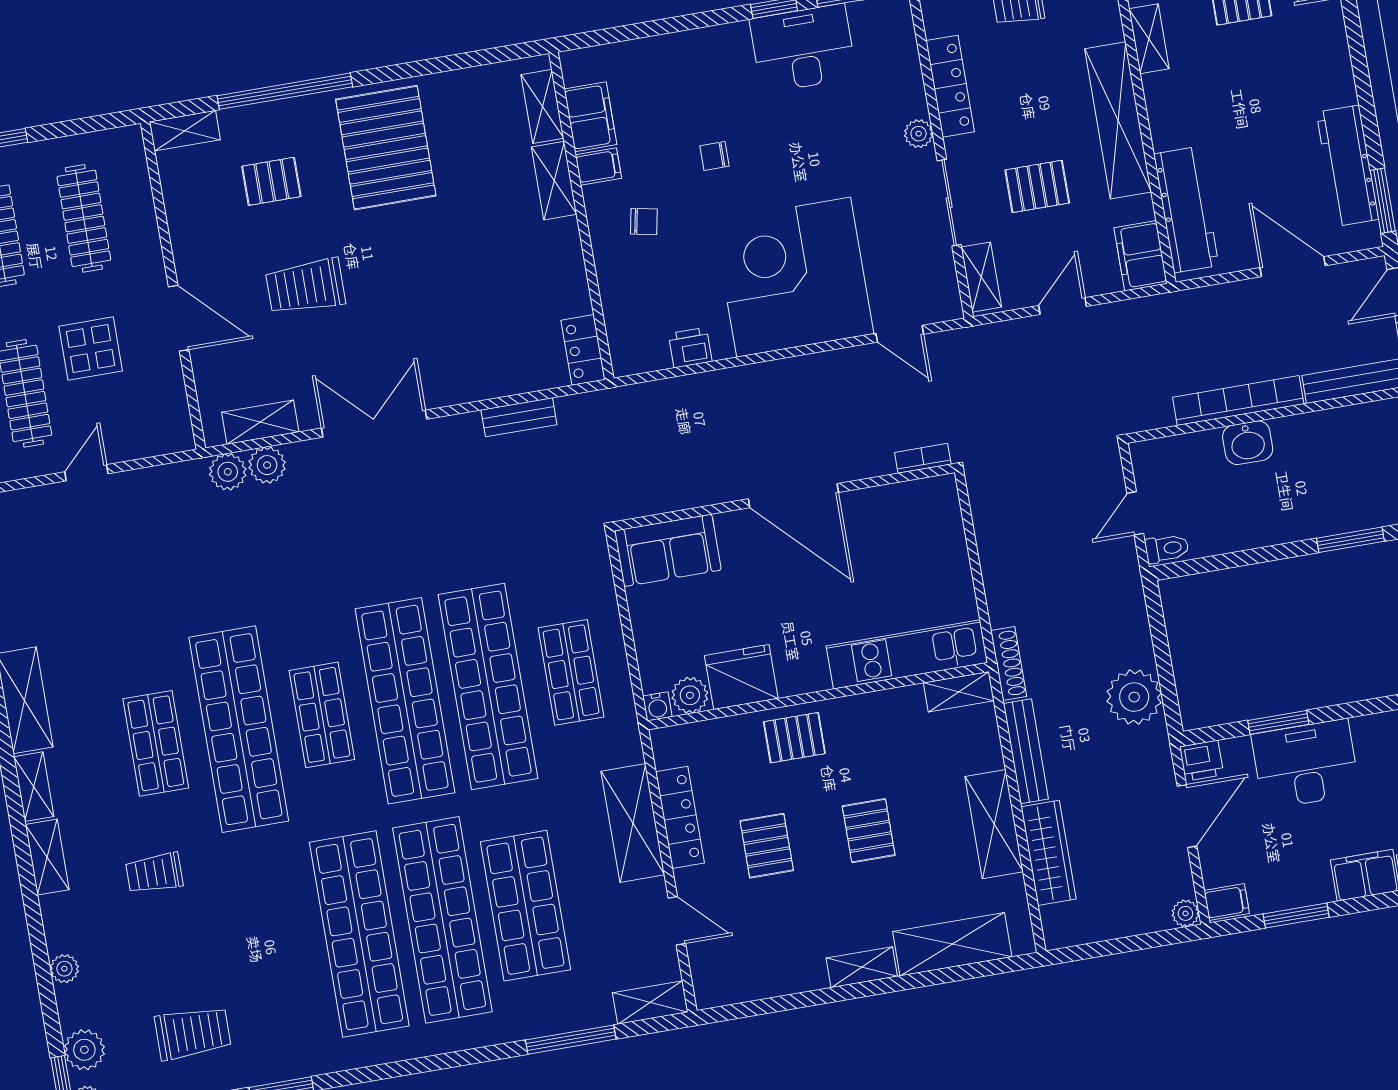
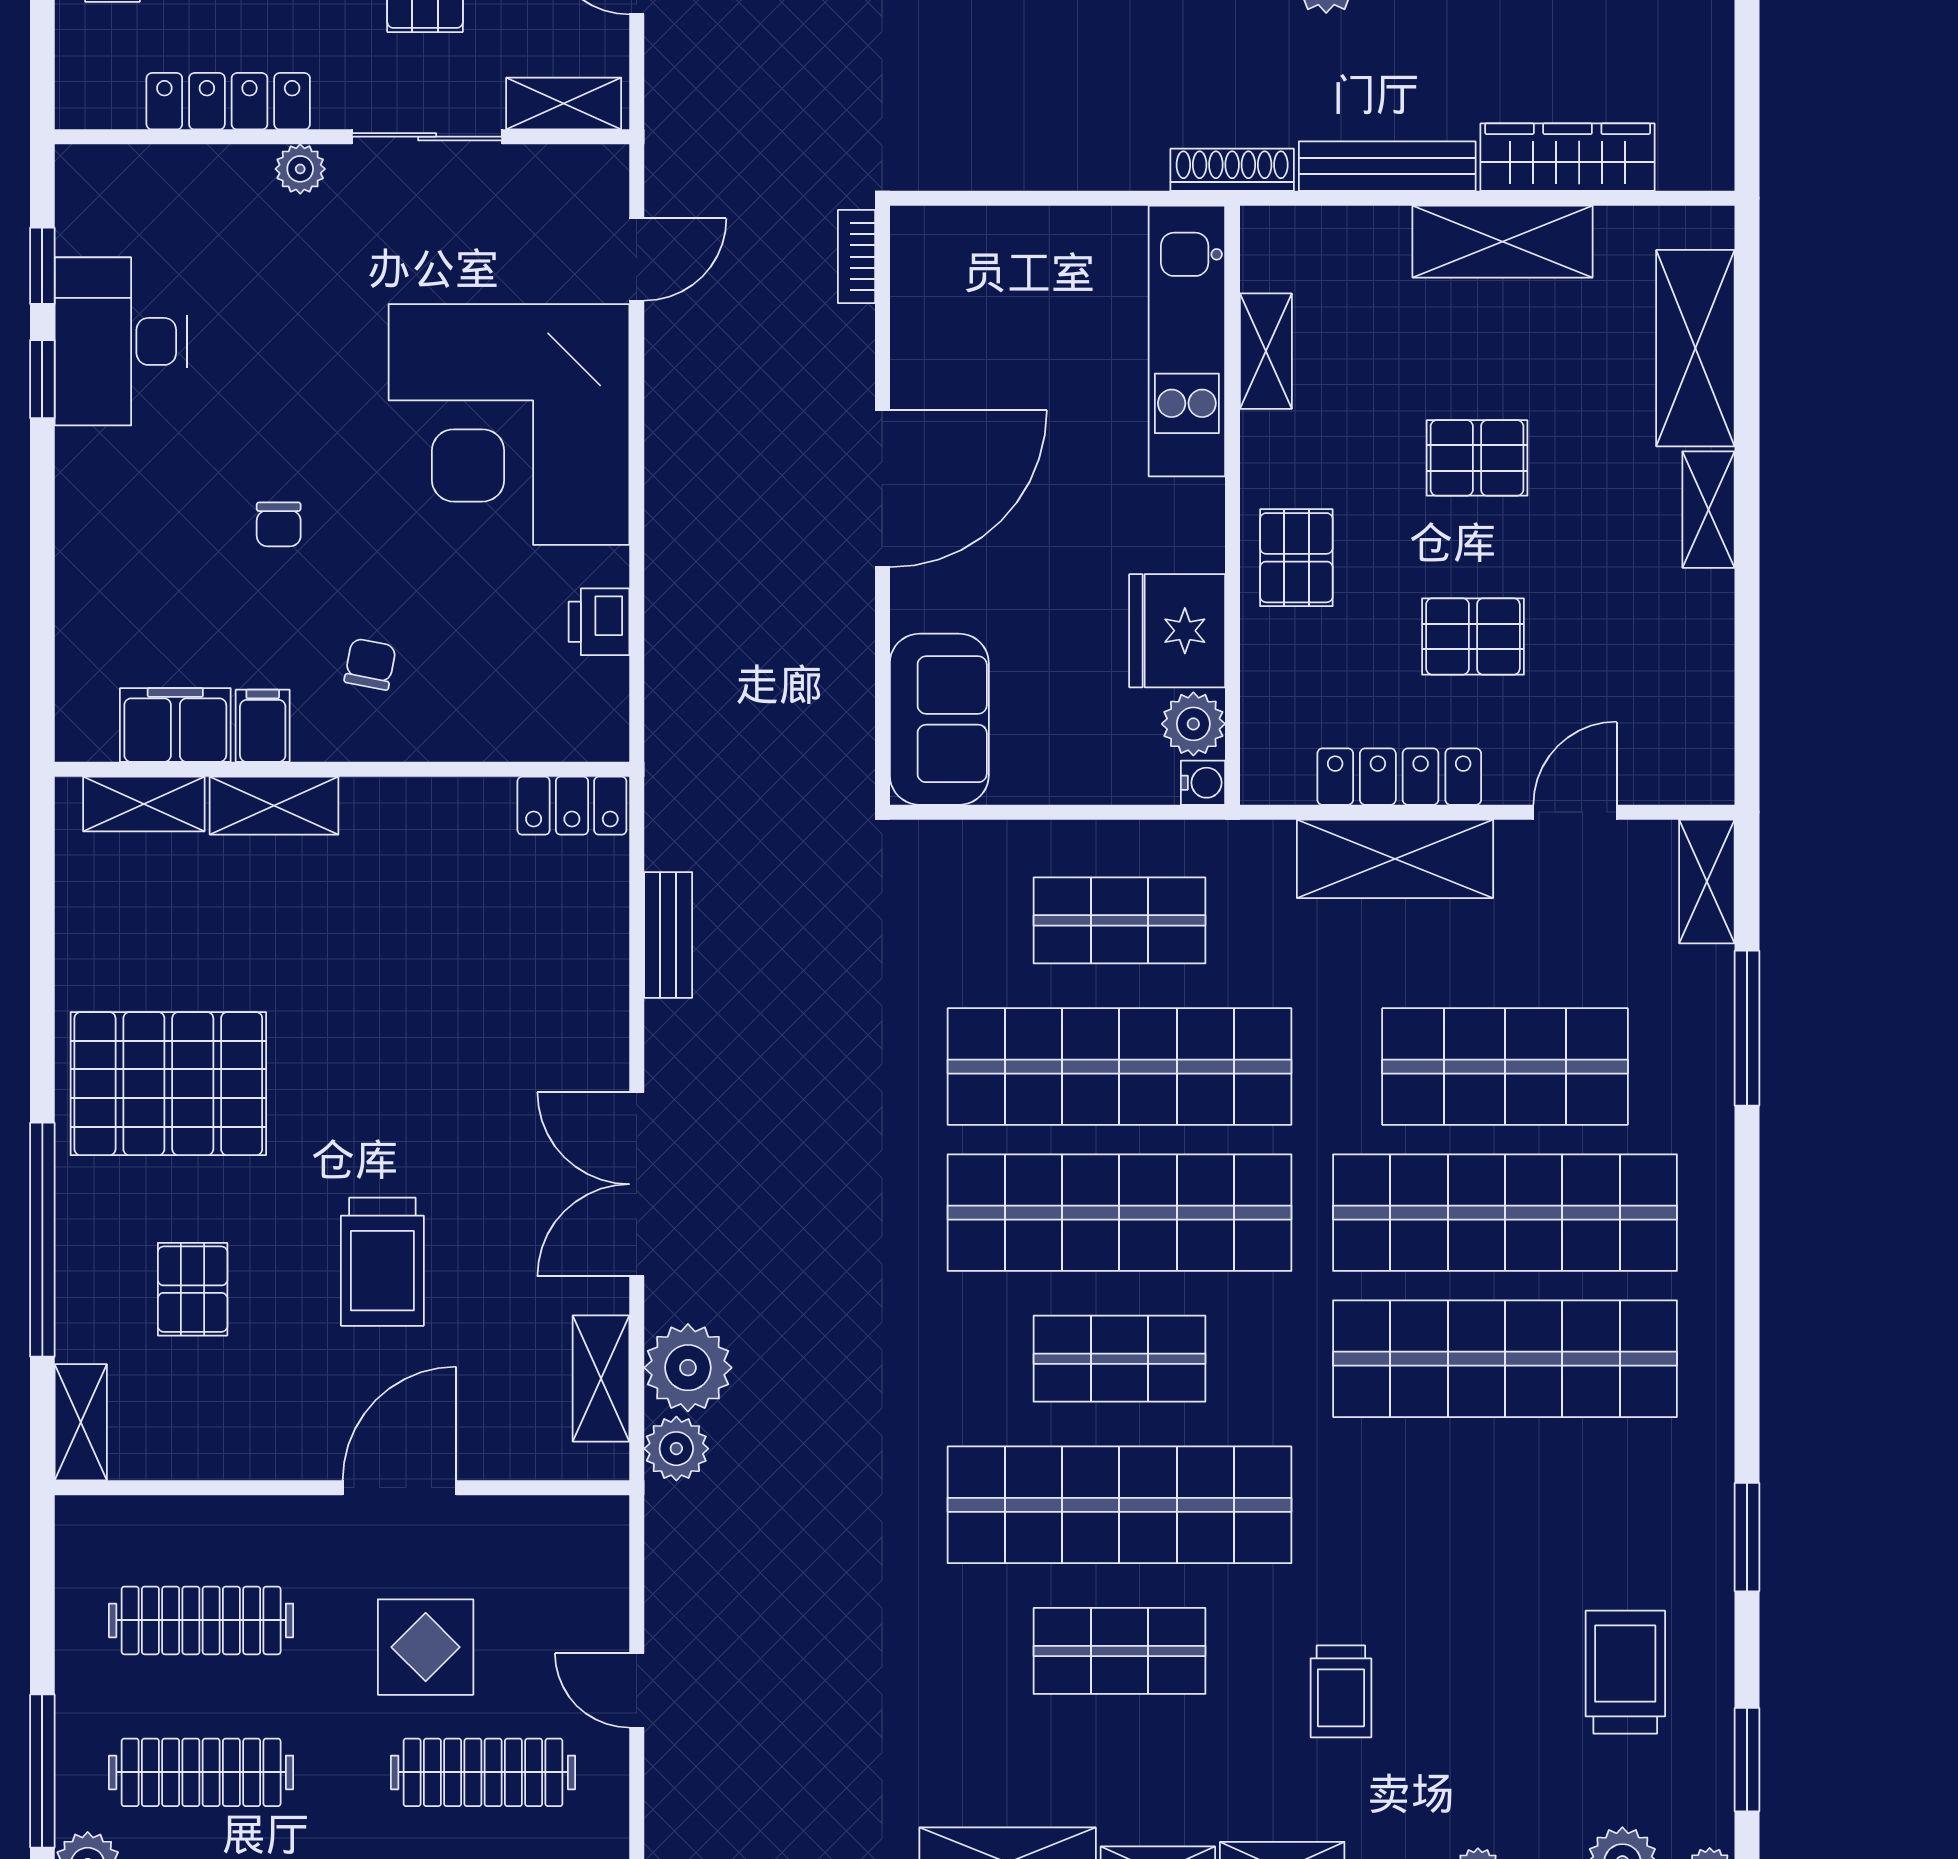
plant: (267, 465) -> (688, 1368), width x1.36, depth x1.36
shelving: (959, 692) -> (1266, 351), moved

